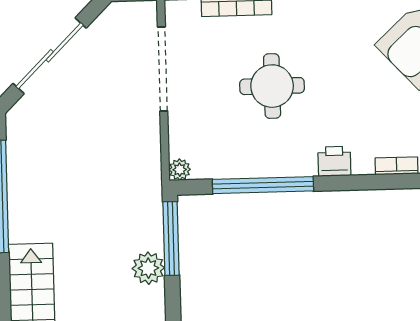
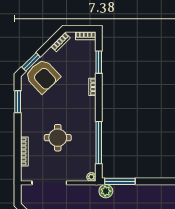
printer: (334, 161) -> (90, 113), removed
plant: (148, 268) -> (106, 191), moved

